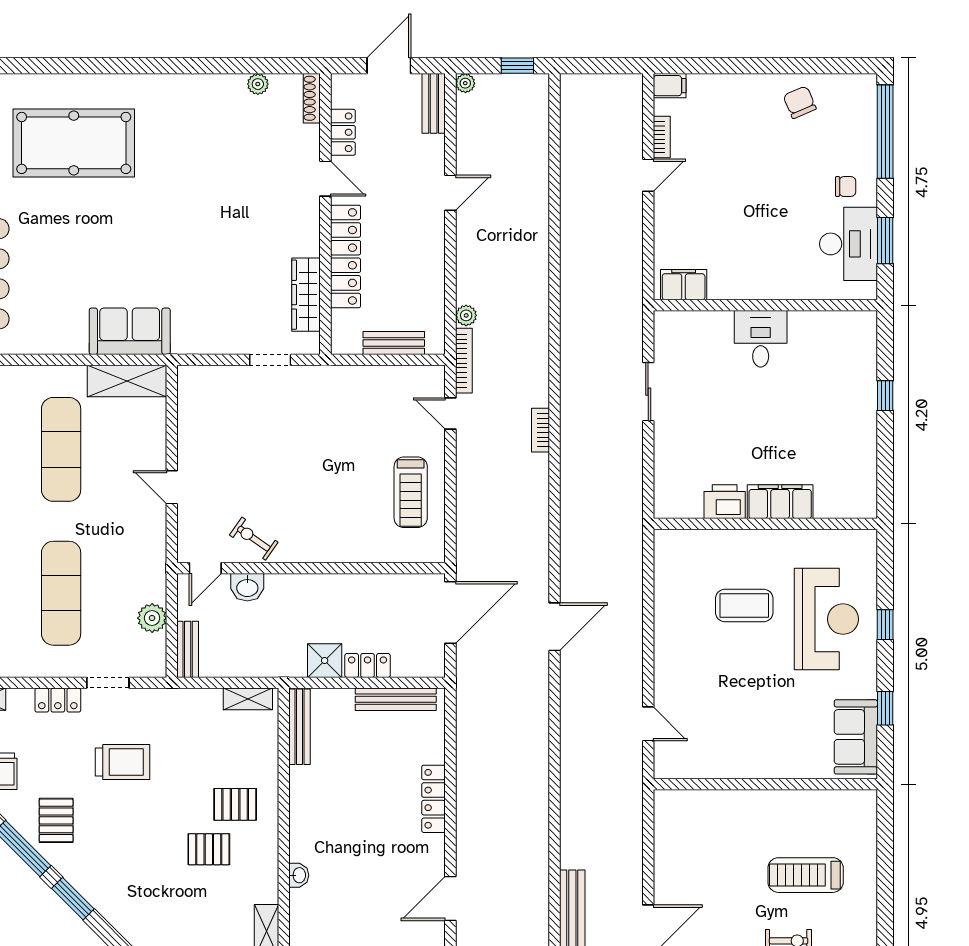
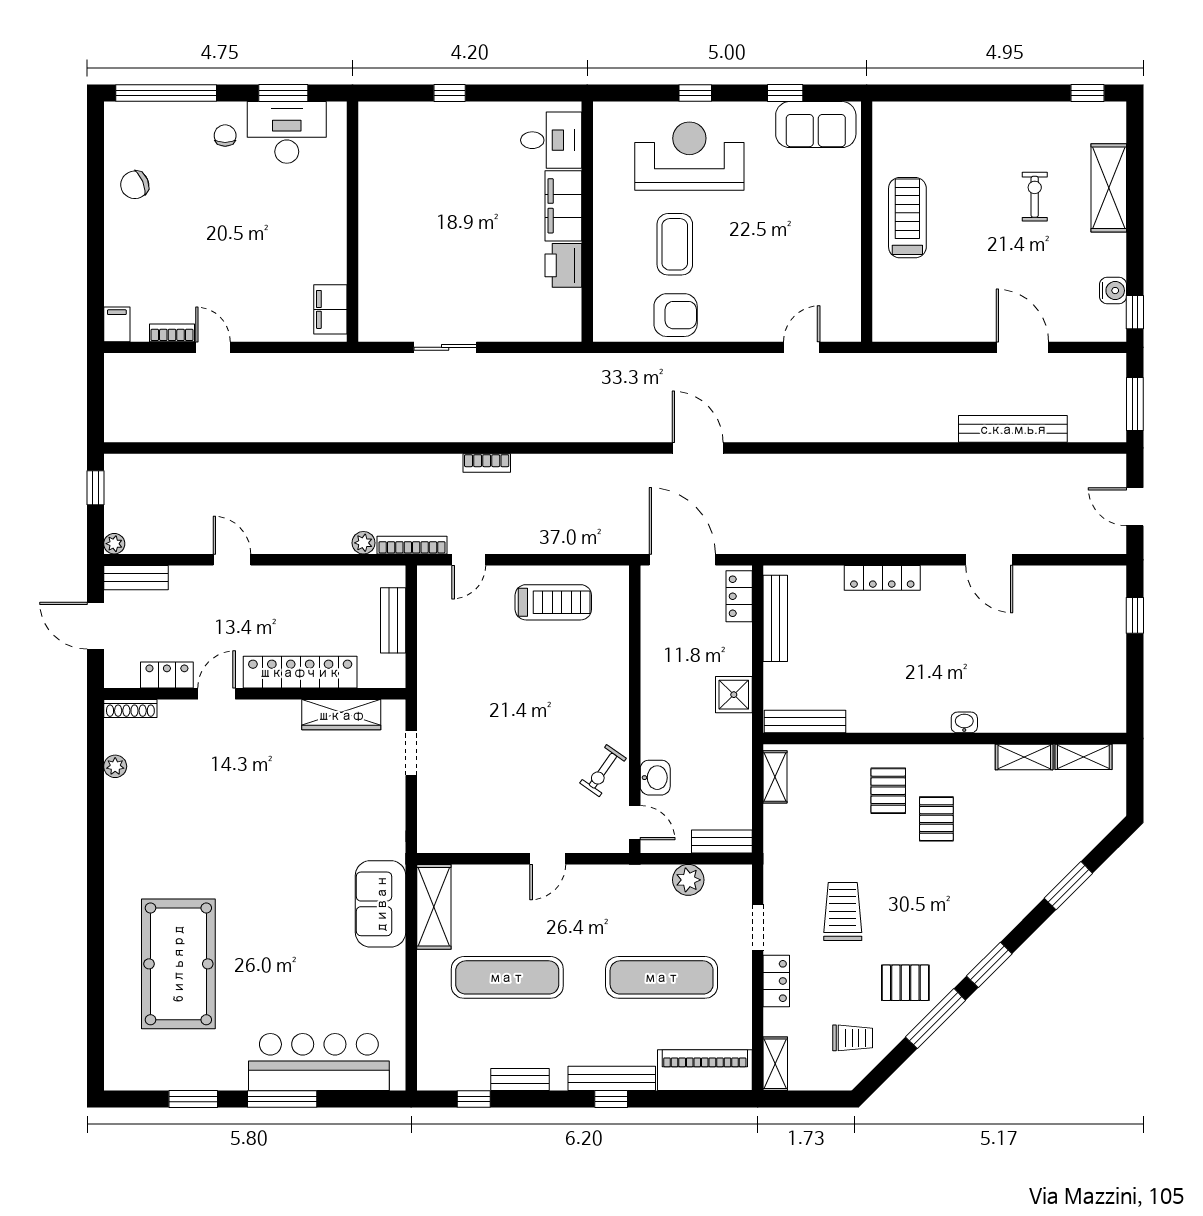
desk: (761, 339) -> (551, 140), moved, turned 180
armchair: (678, 606) -> (676, 315), added
locker: (368, 665) -> (739, 596), moved
treadmill: (806, 875) -> (907, 218), moved, turned 180

